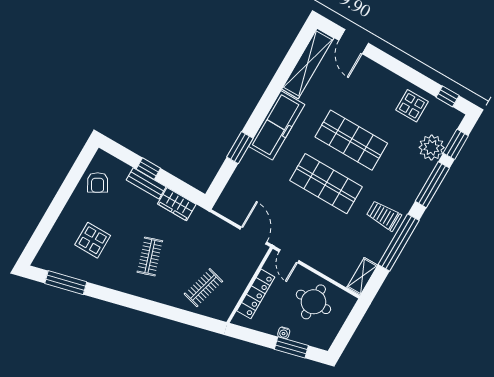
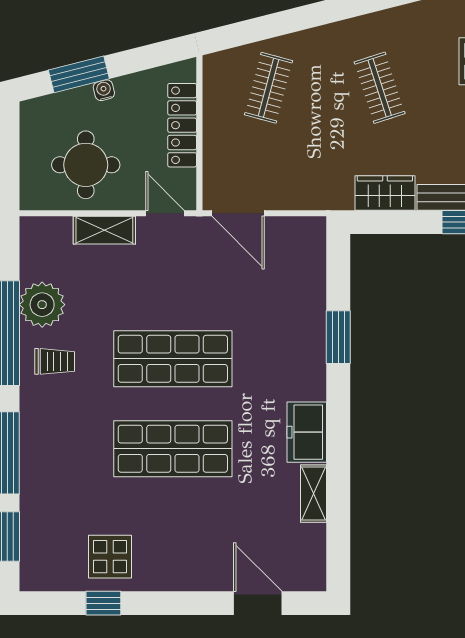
shelving: (308, 64) -> (313, 494), width x0.45, depth x0.75
window: (448, 96) -> (103, 603), moved
freezer: (277, 125) -> (307, 432), width x0.52, depth x0.79
plant: (432, 147) -> (42, 305), moved
trolley: (384, 216) -> (55, 361), width x0.73, depth x0.72
shelving: (362, 276) -> (104, 230), moved, turned 90

